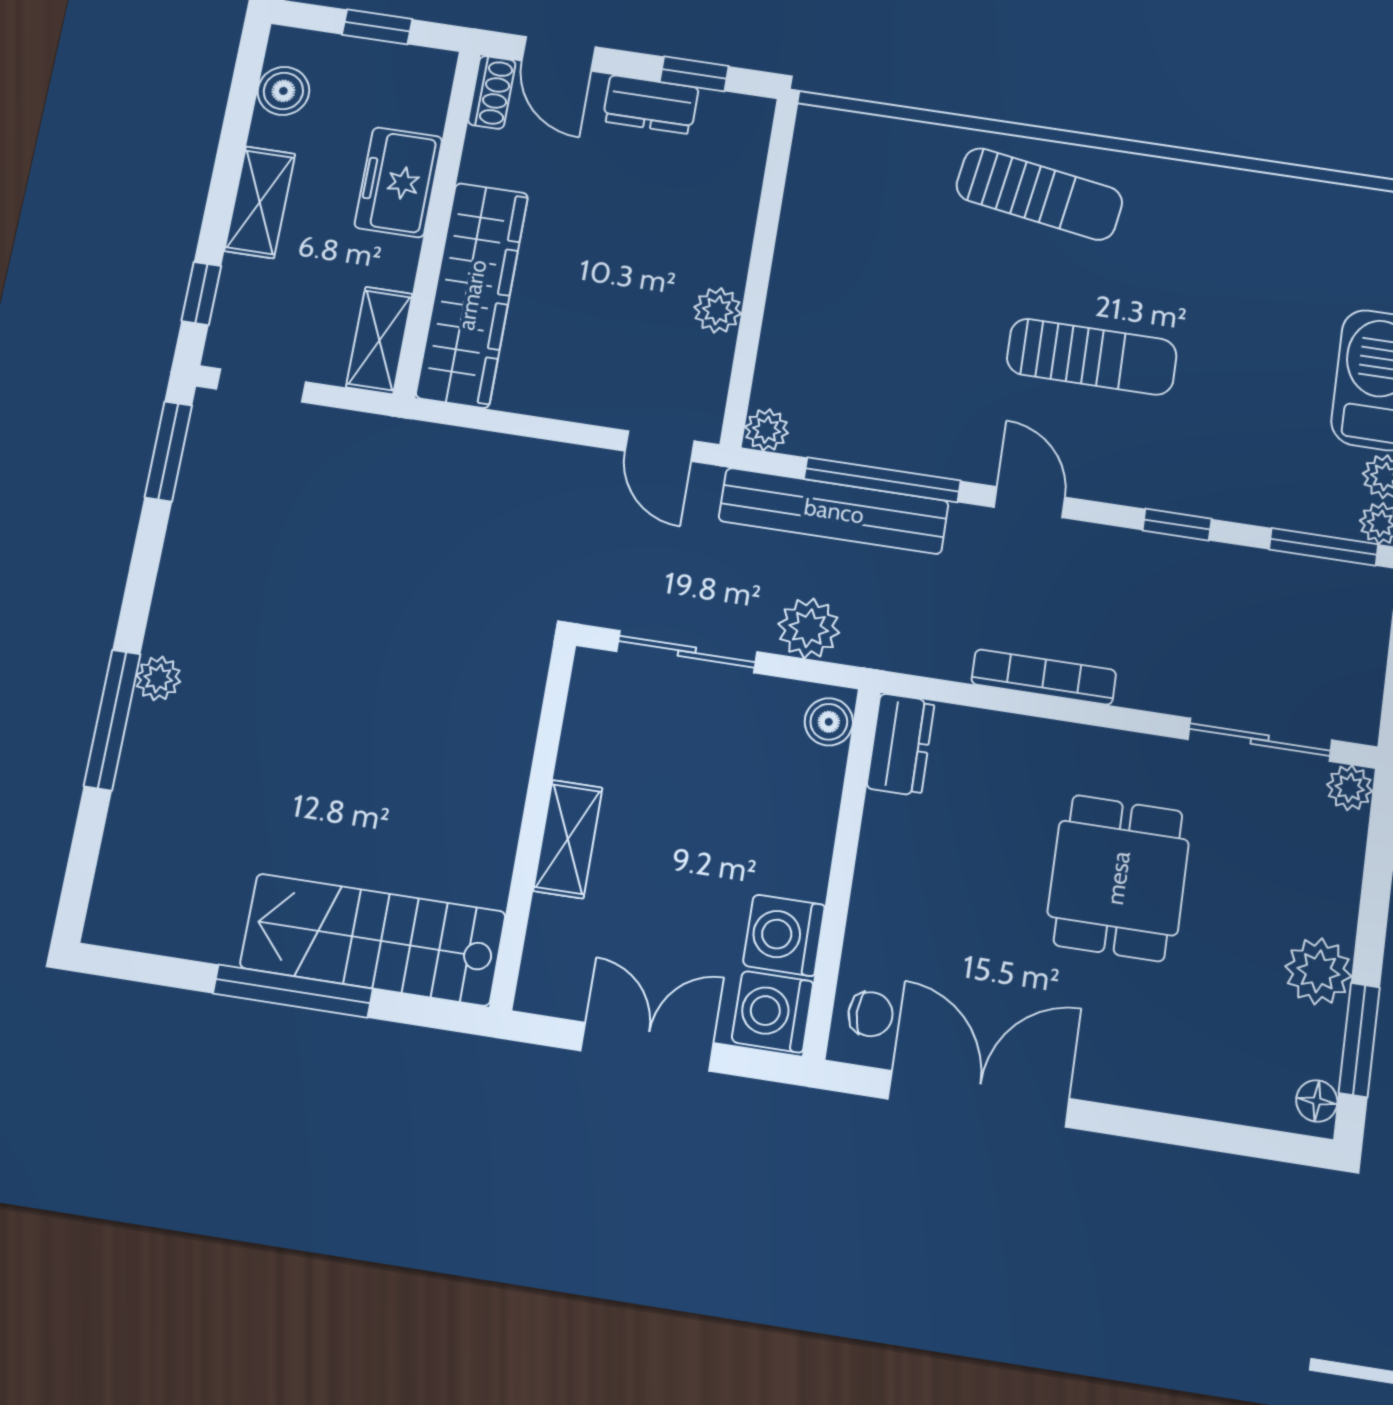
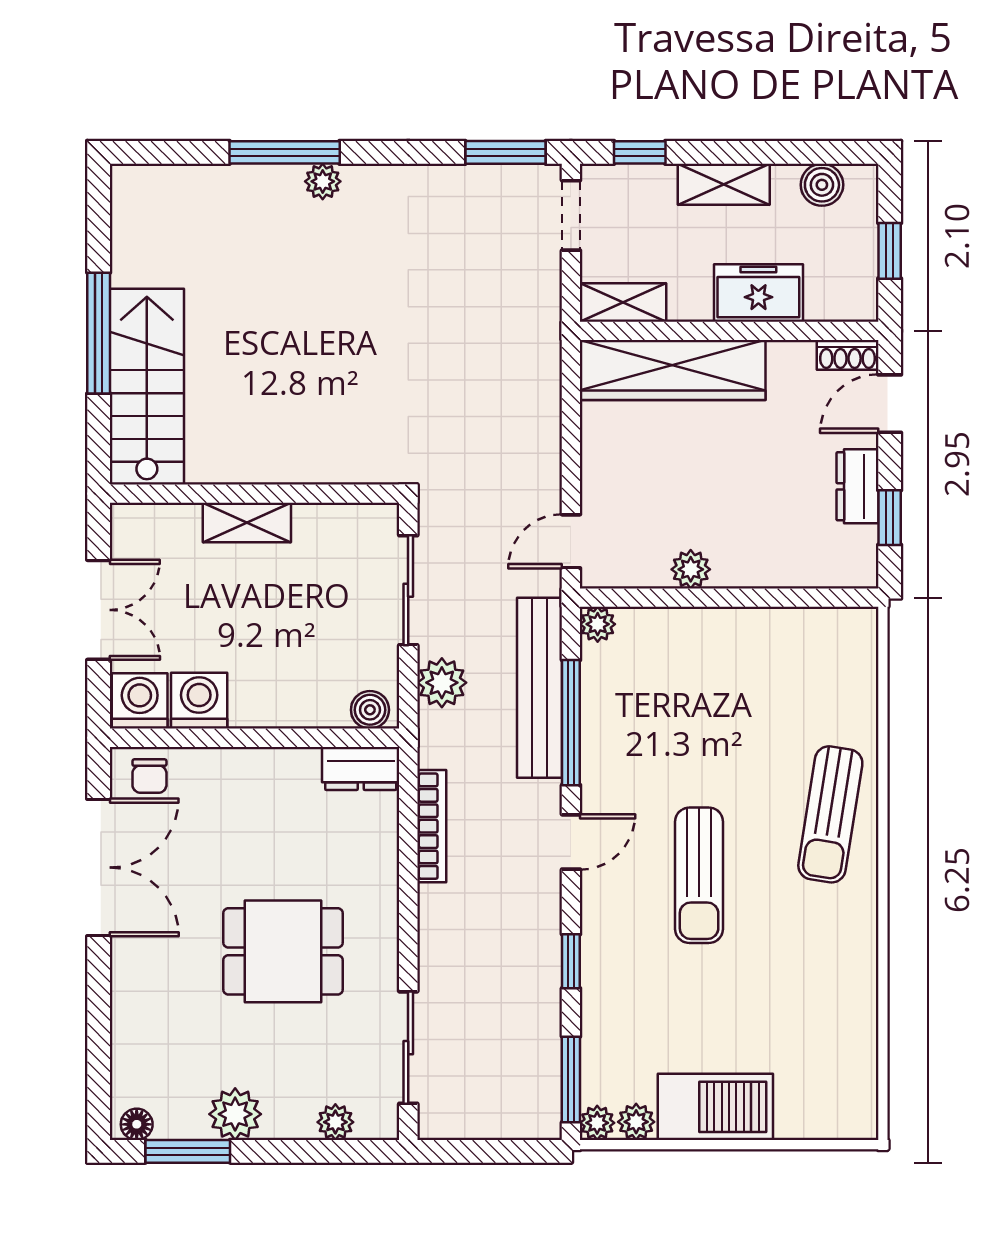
bookcase: (1044, 677) -> (432, 826), moved
plant: (1350, 788) -> (335, 1122), moved

